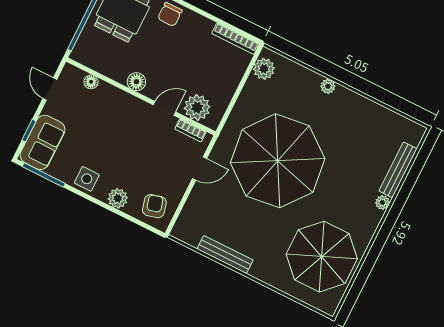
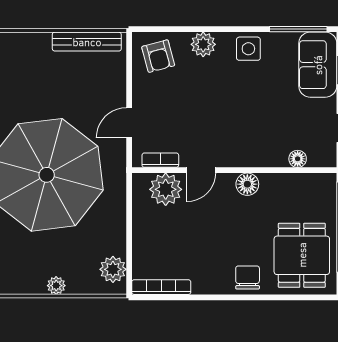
plant: (328, 86) -> (56, 286), moved
bench: (225, 255) -> (87, 42), moved

